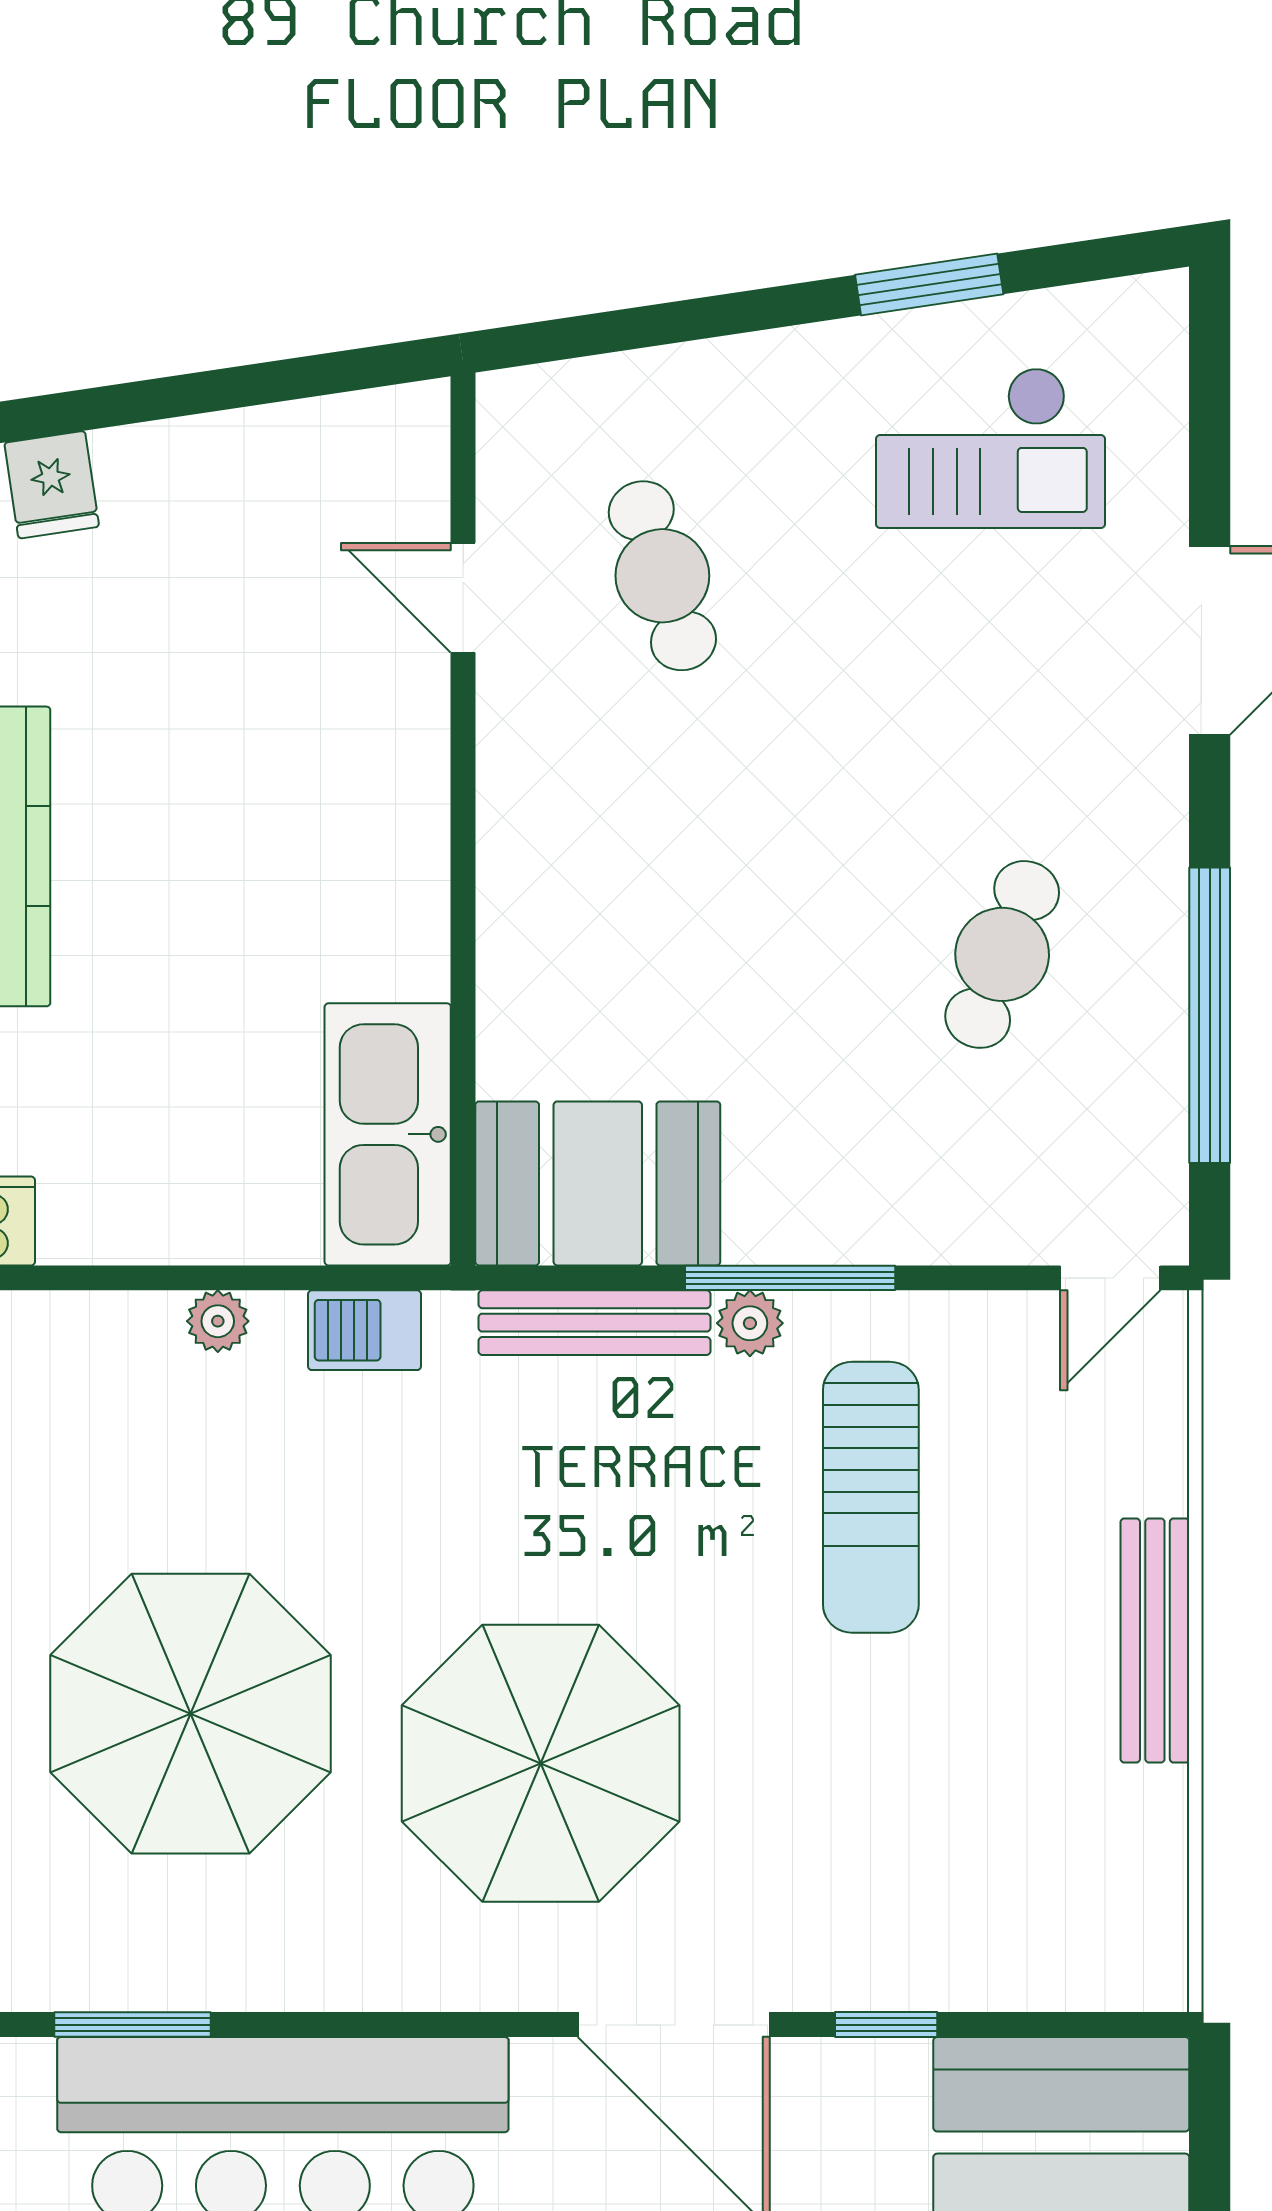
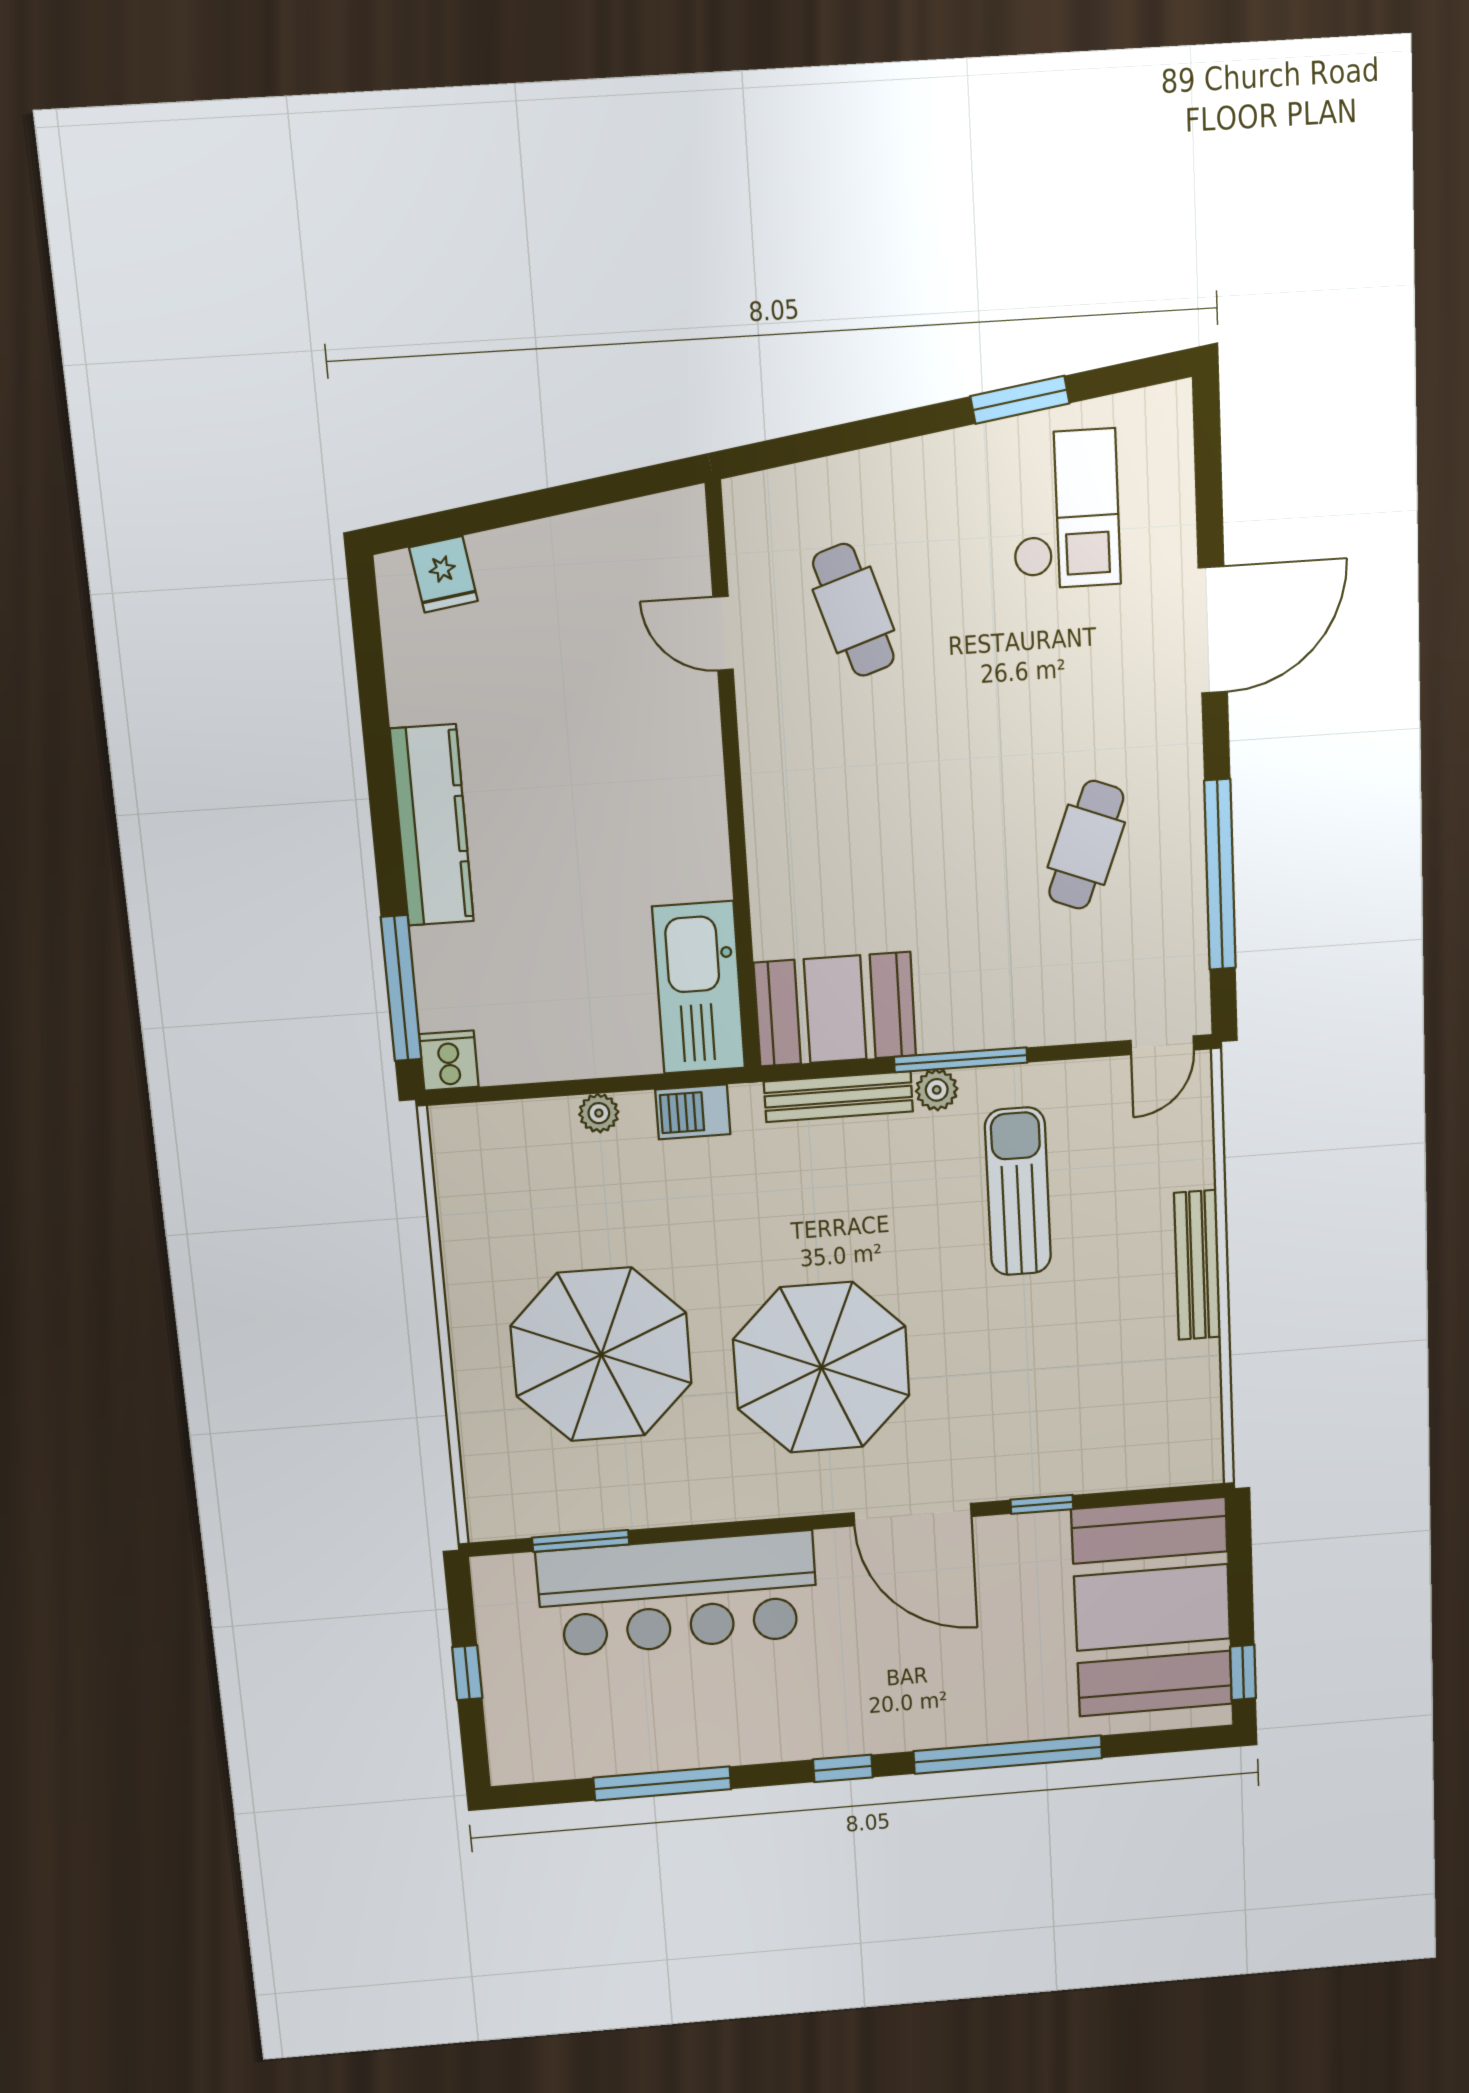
checkout: (991, 448) -> (1065, 509), turned -90
sun lounger: (871, 1497) -> (1018, 1192), turned 180

